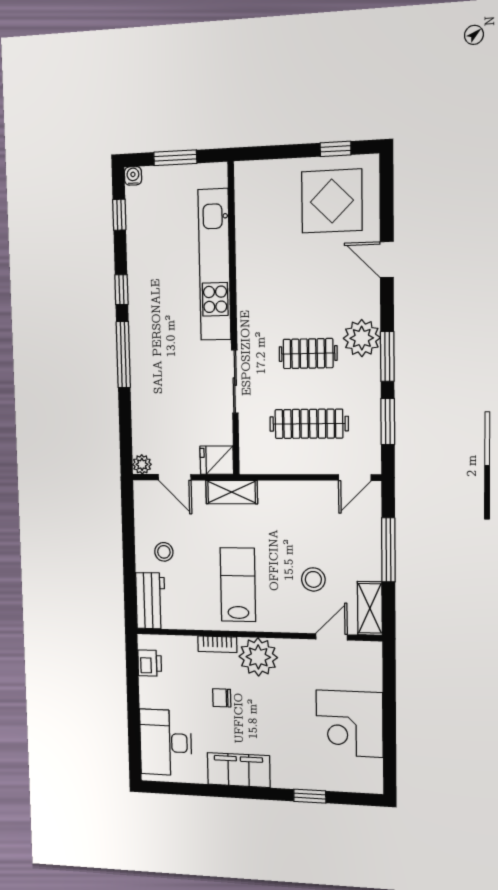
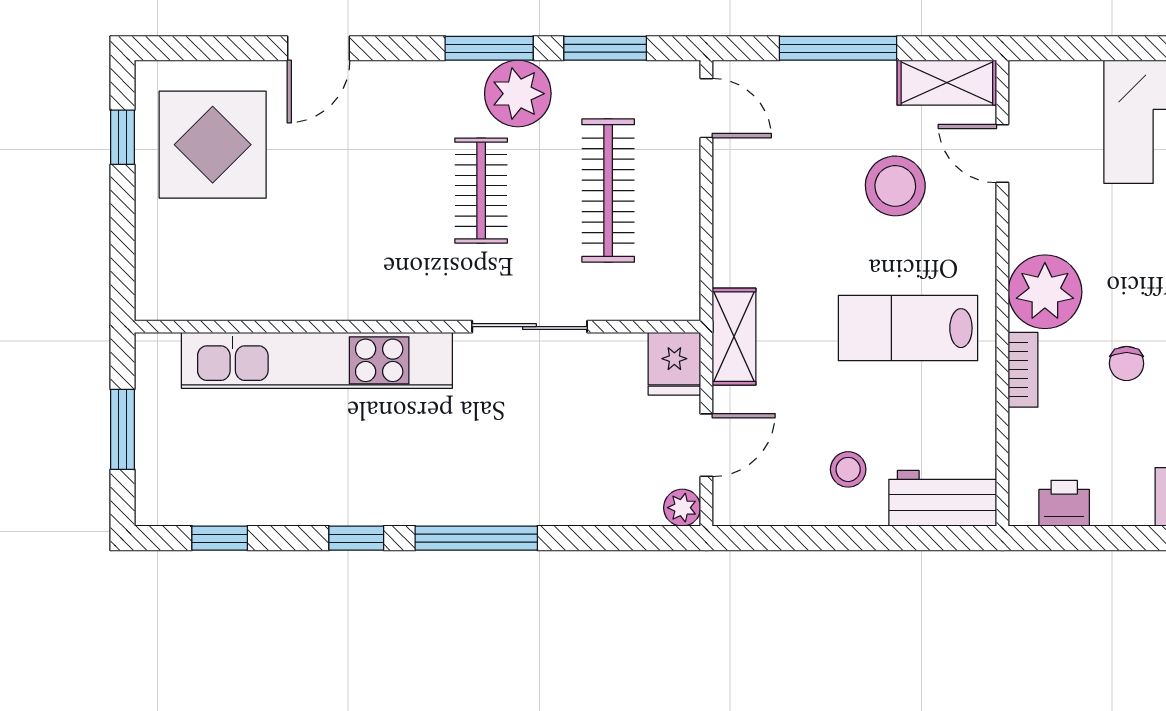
water cooler: (133, 176) -> (151, 510), removed
plant: (362, 338) -> (518, 94), moved
stool: (313, 579) -> (895, 186), width x1.38, depth x1.38

